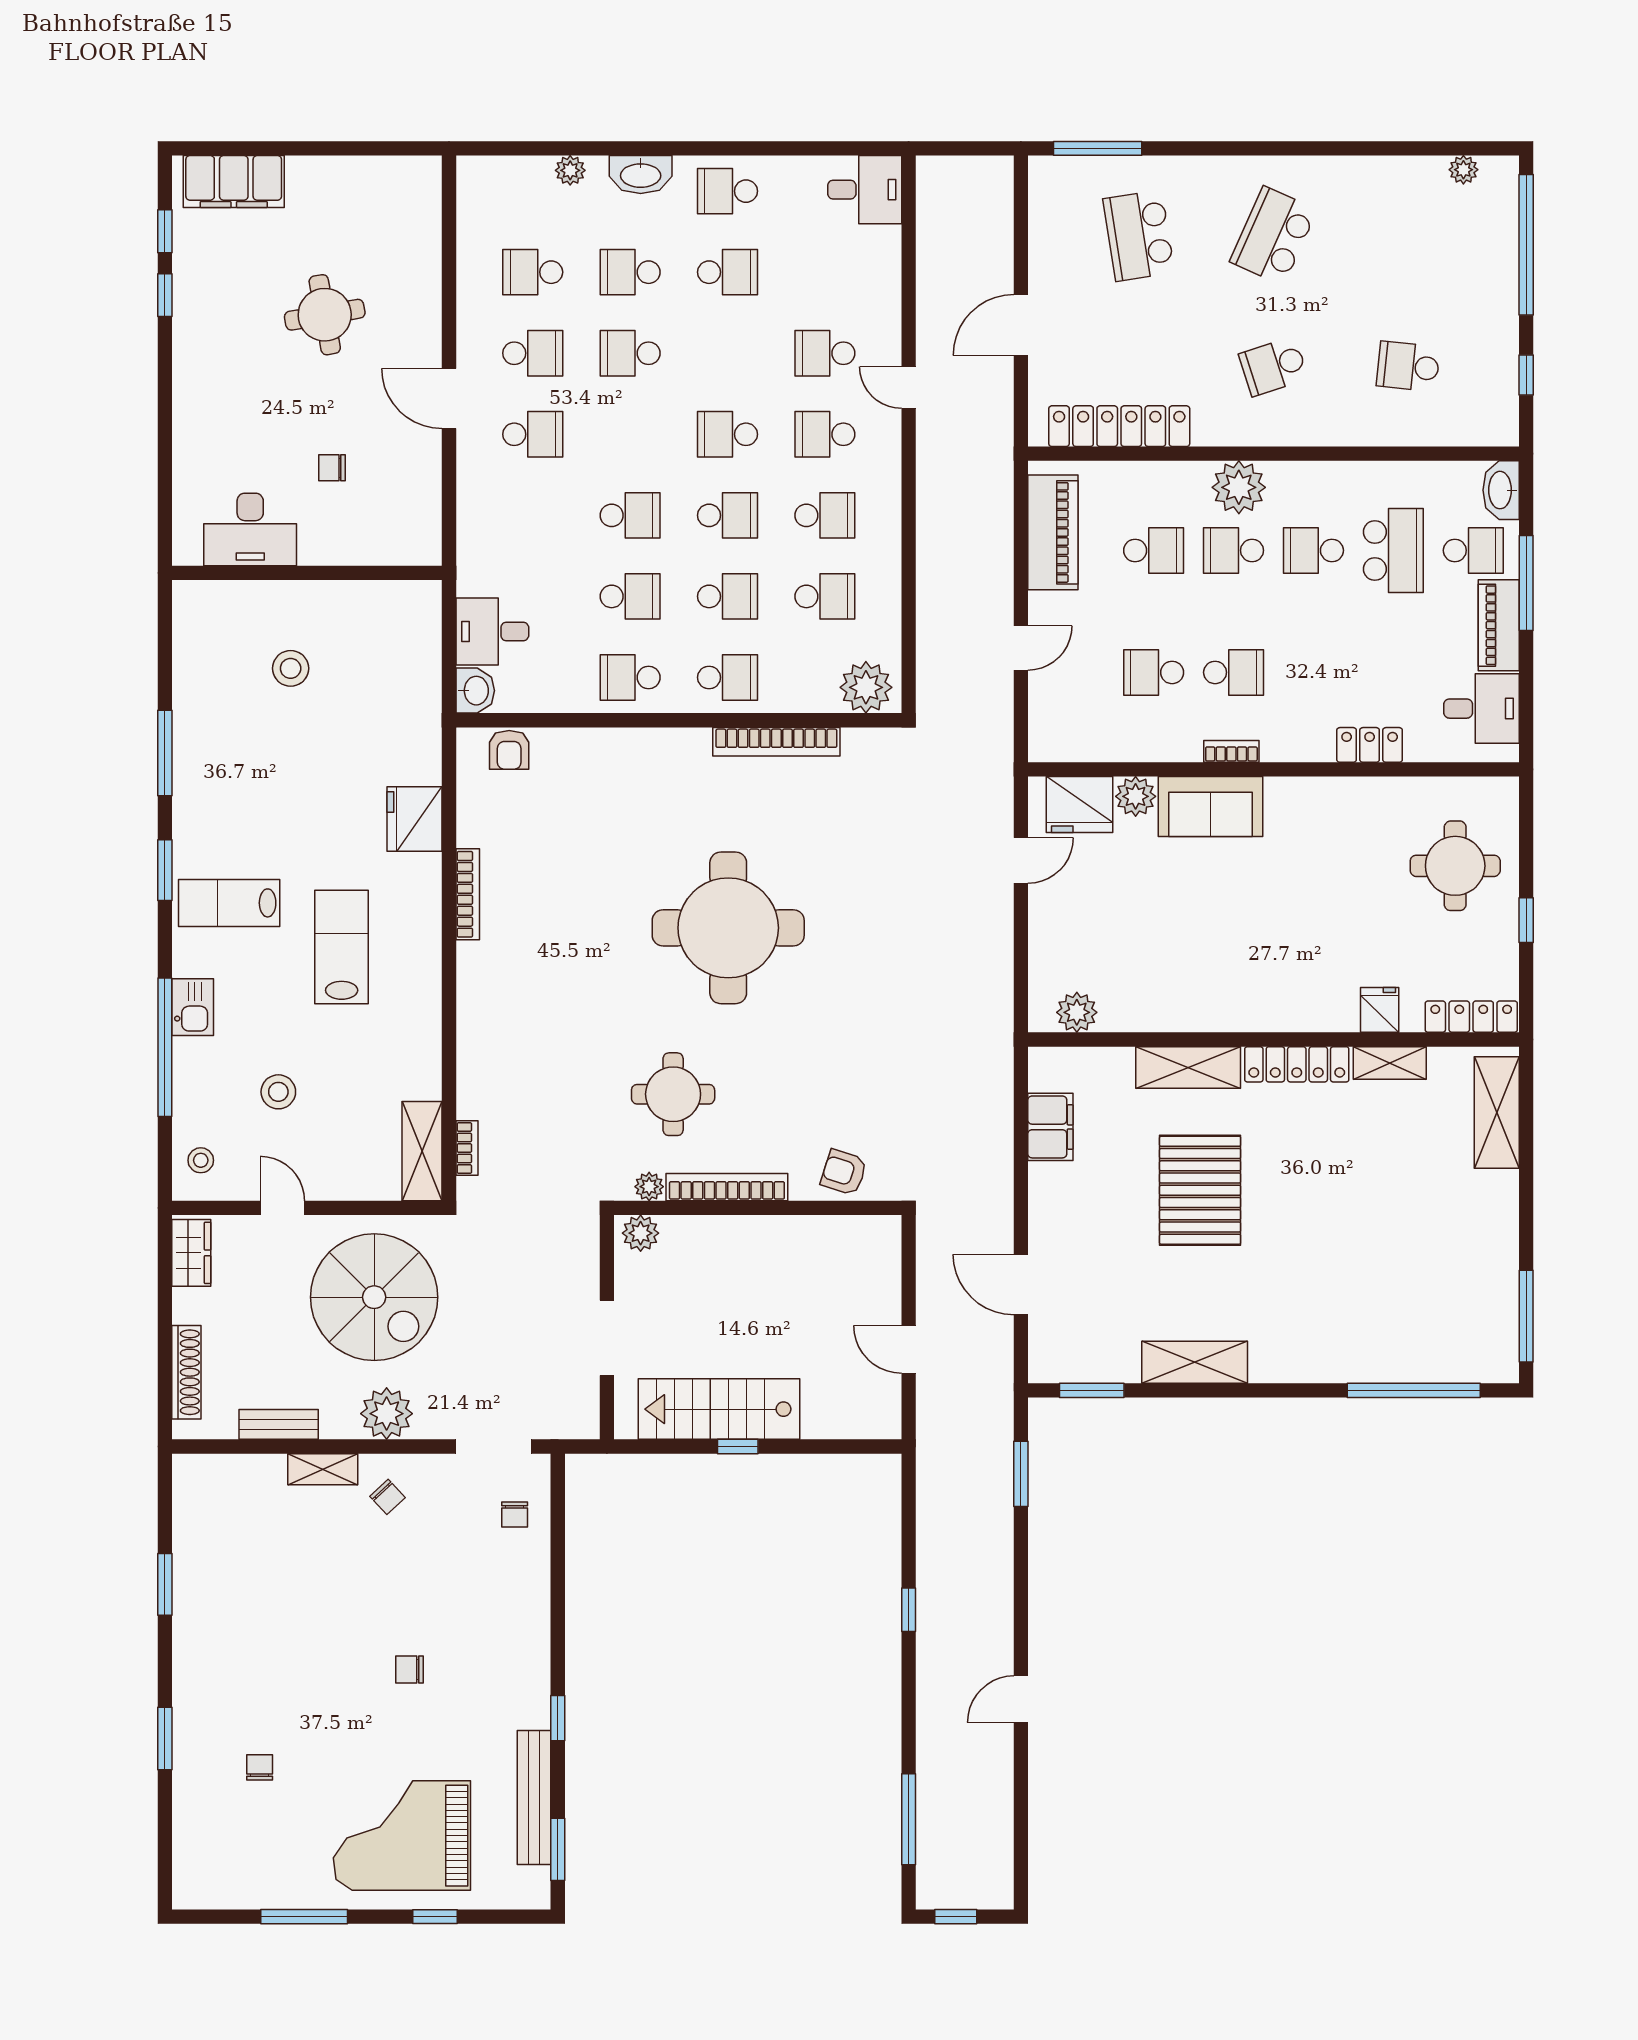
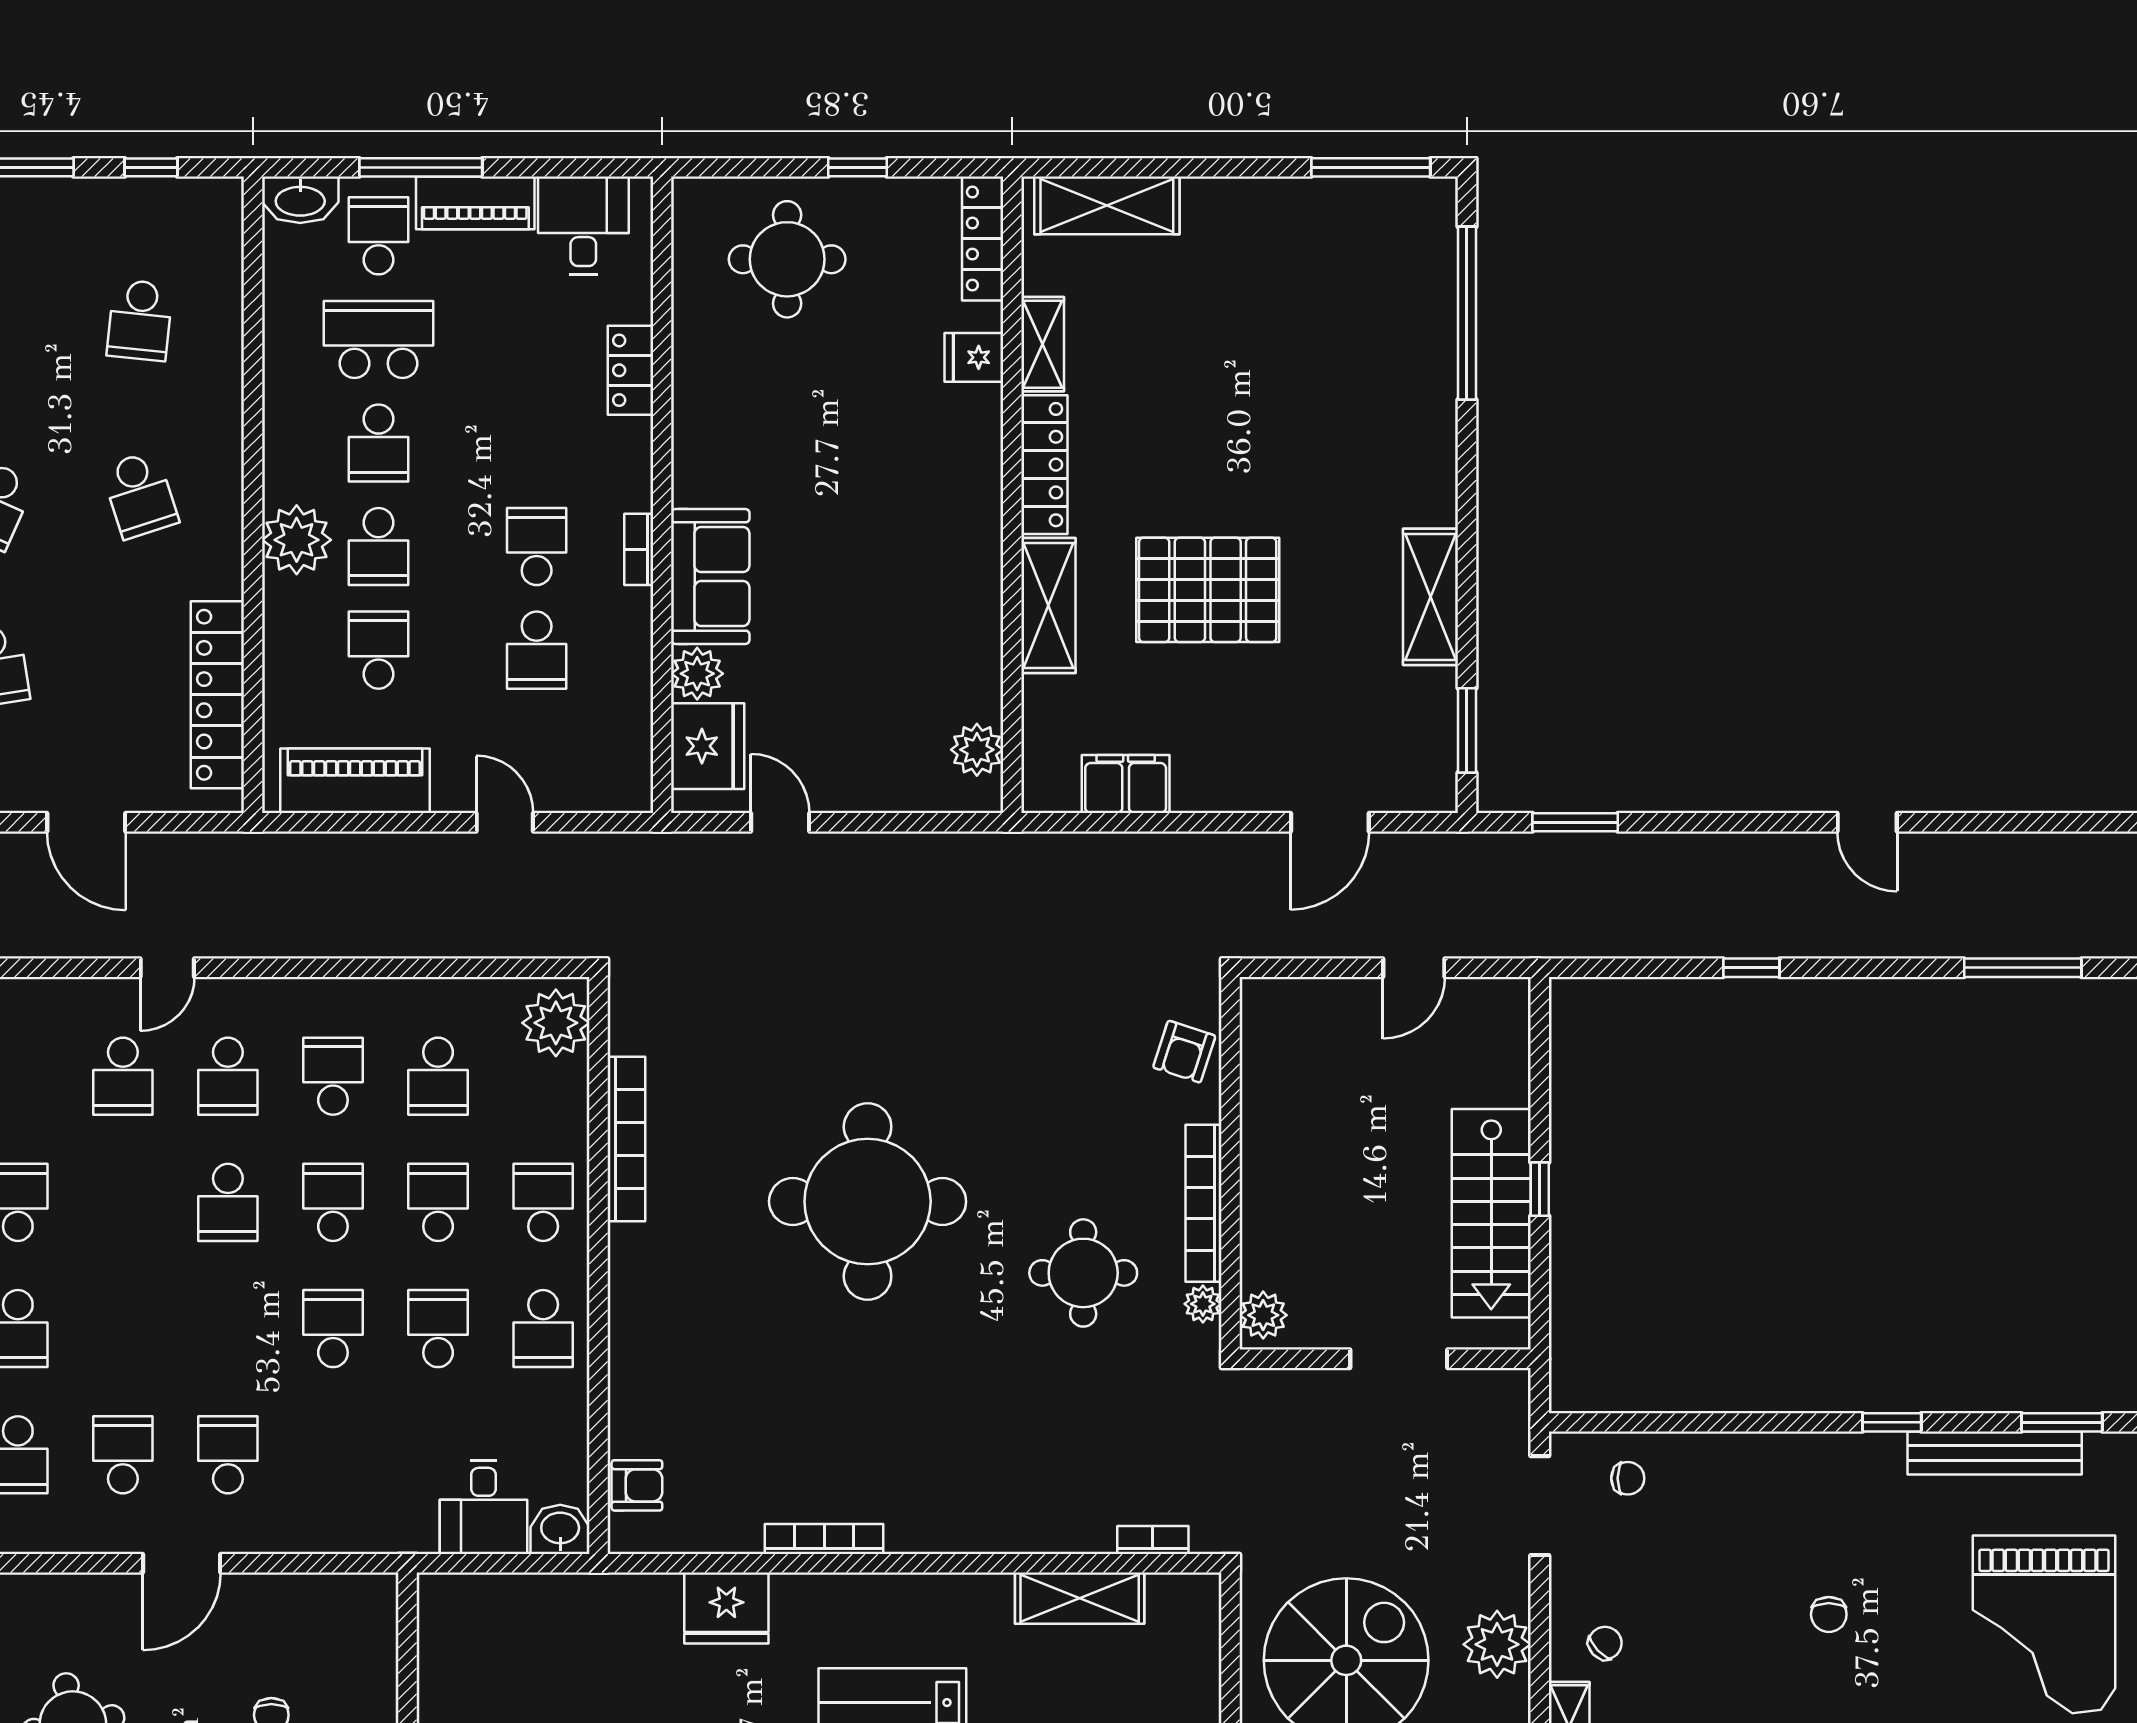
school desk: (630, 353) -> (123, 1329), removed
school desk: (825, 596) -> (438, 1076), turned 180
shelving: (422, 1151) -> (1080, 1598), moved

